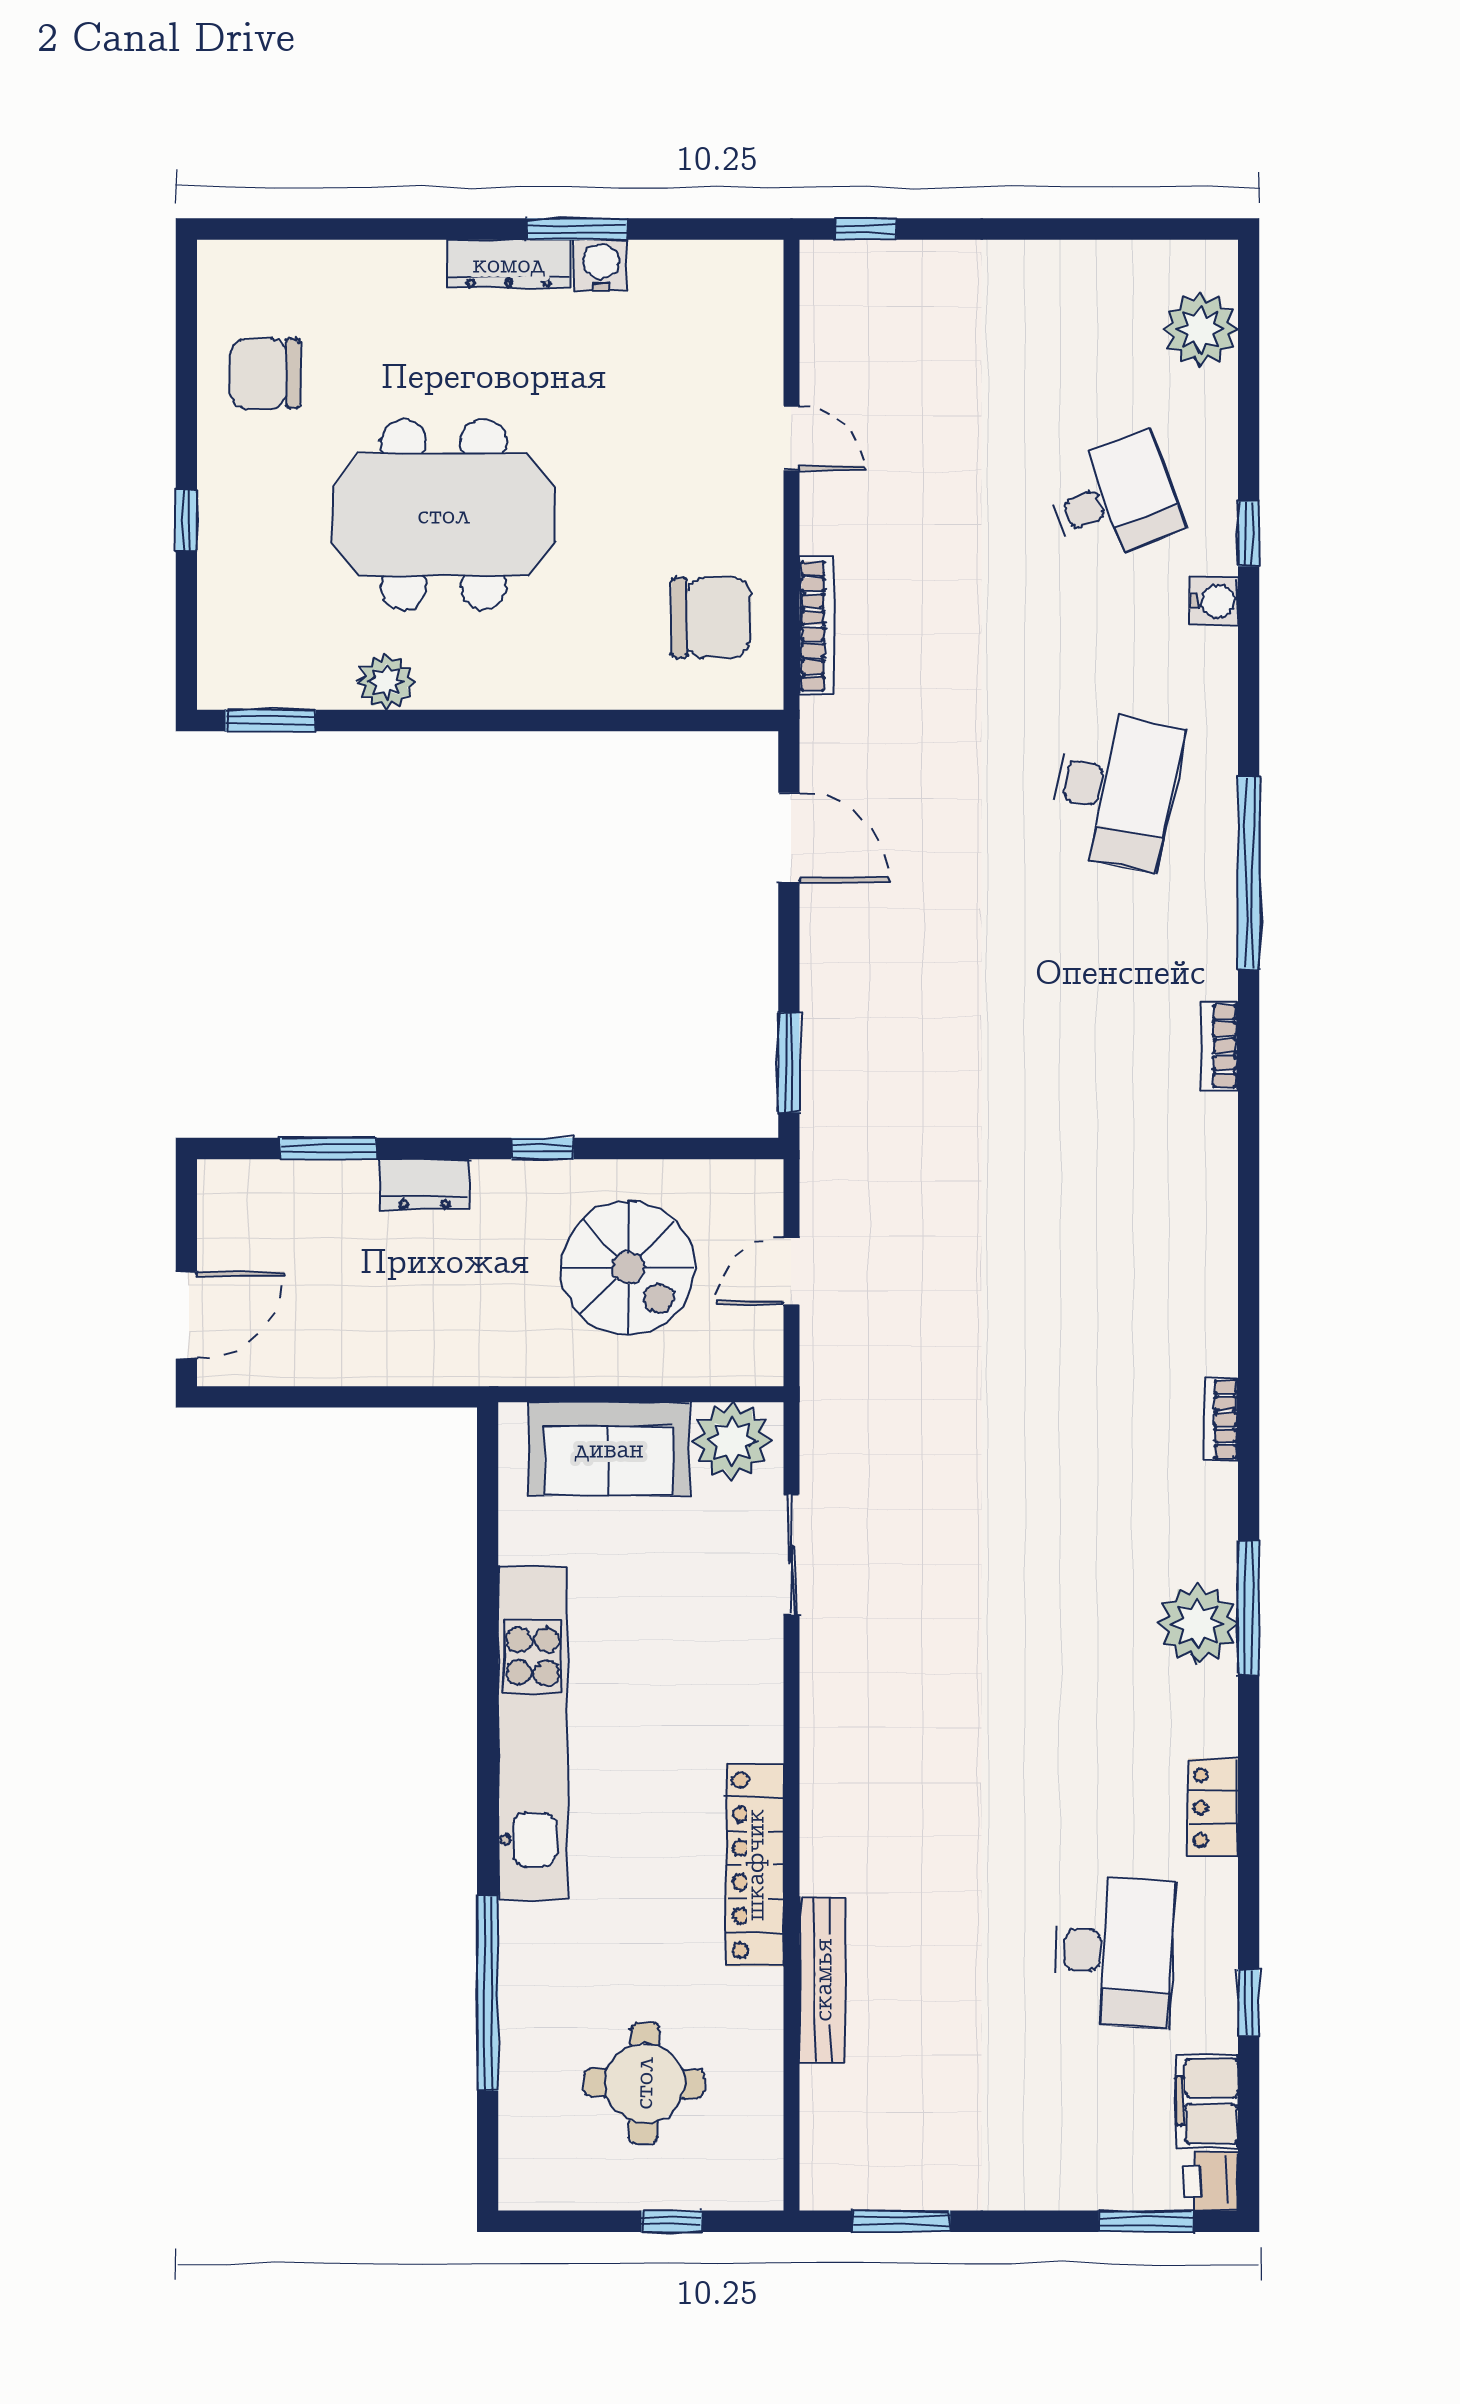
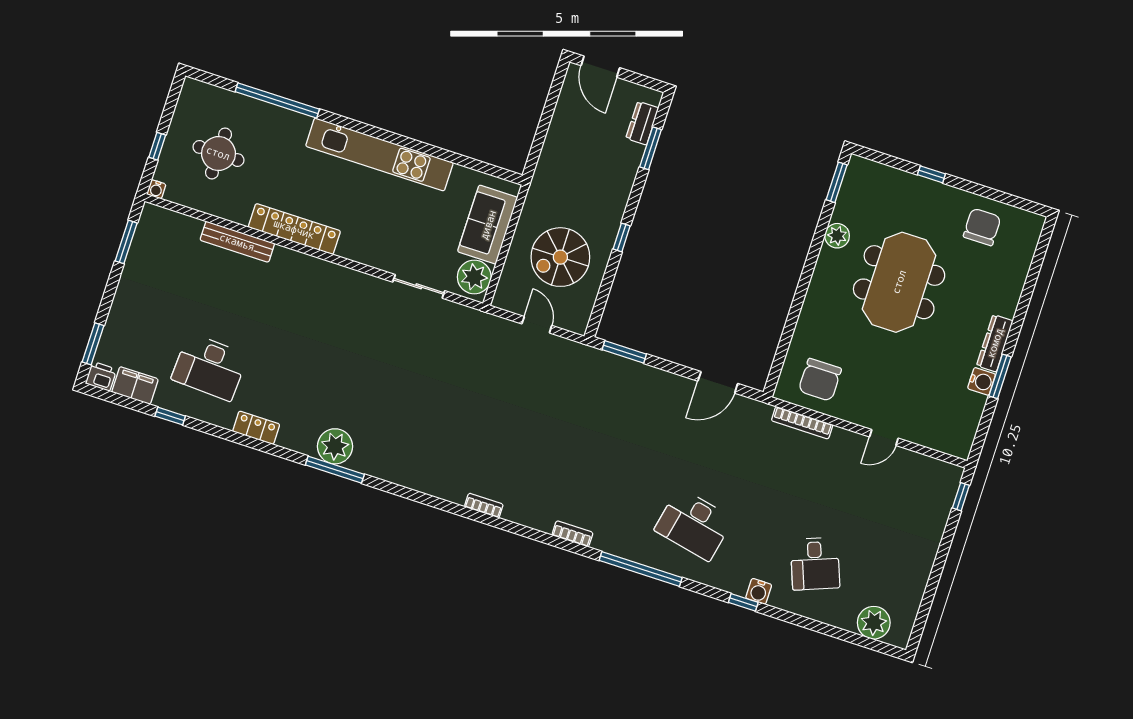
window: (1249, 534) -> (743, 602), moved
dresser: (425, 1184) -> (642, 123), moved
bookcase: (1221, 1419) -> (484, 505), moved
water cooler: (766, 2193) -> (156, 189), added

